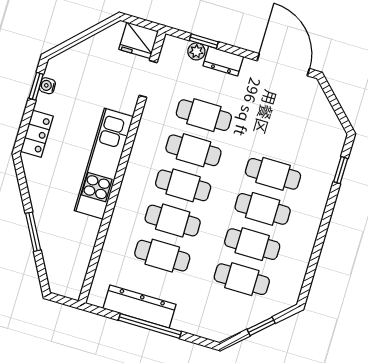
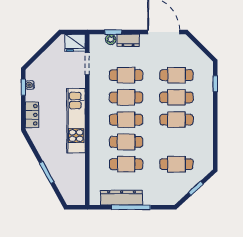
cafe table: (252, 244) -> (176, 75), moved

